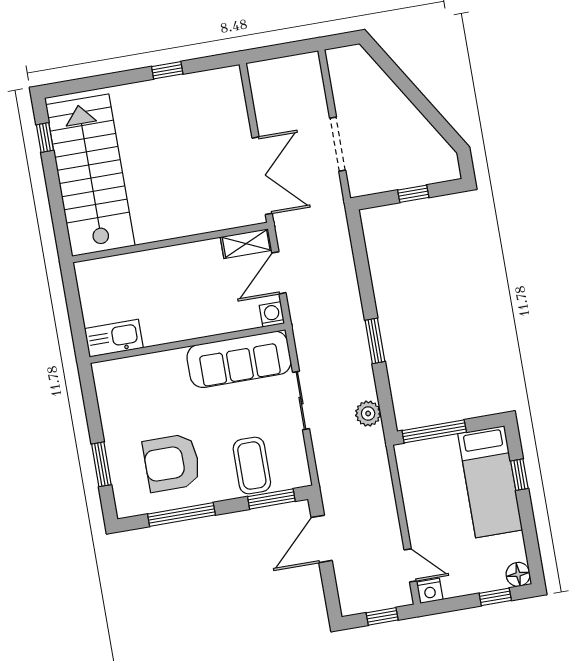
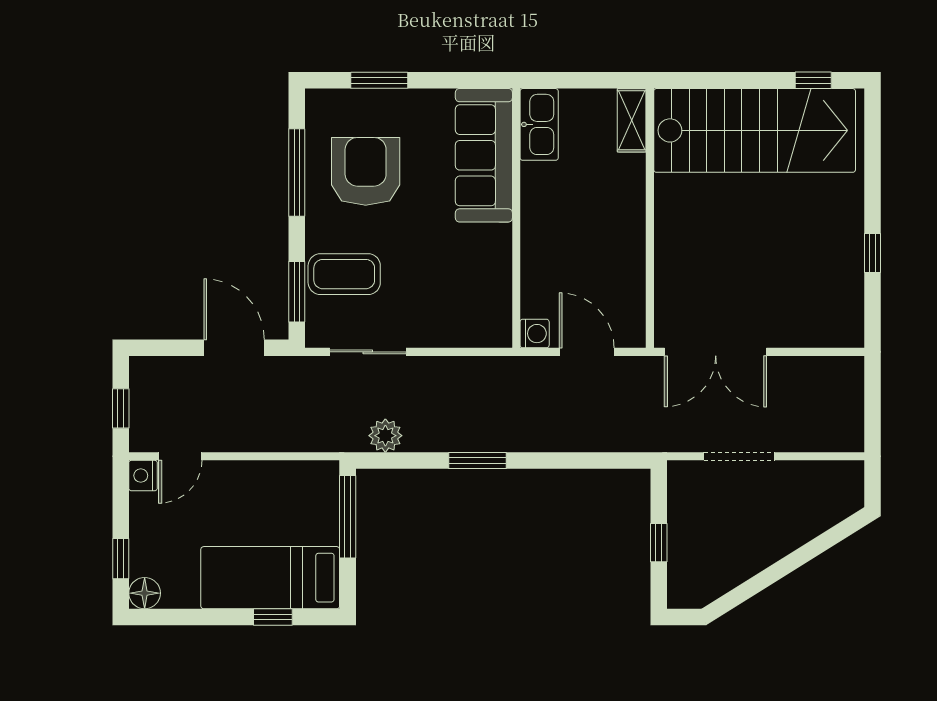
shelving: (246, 244) -> (632, 120), moved
sofa: (239, 359) -> (484, 155), moved
sliding door: (301, 401) -> (368, 352), moved

